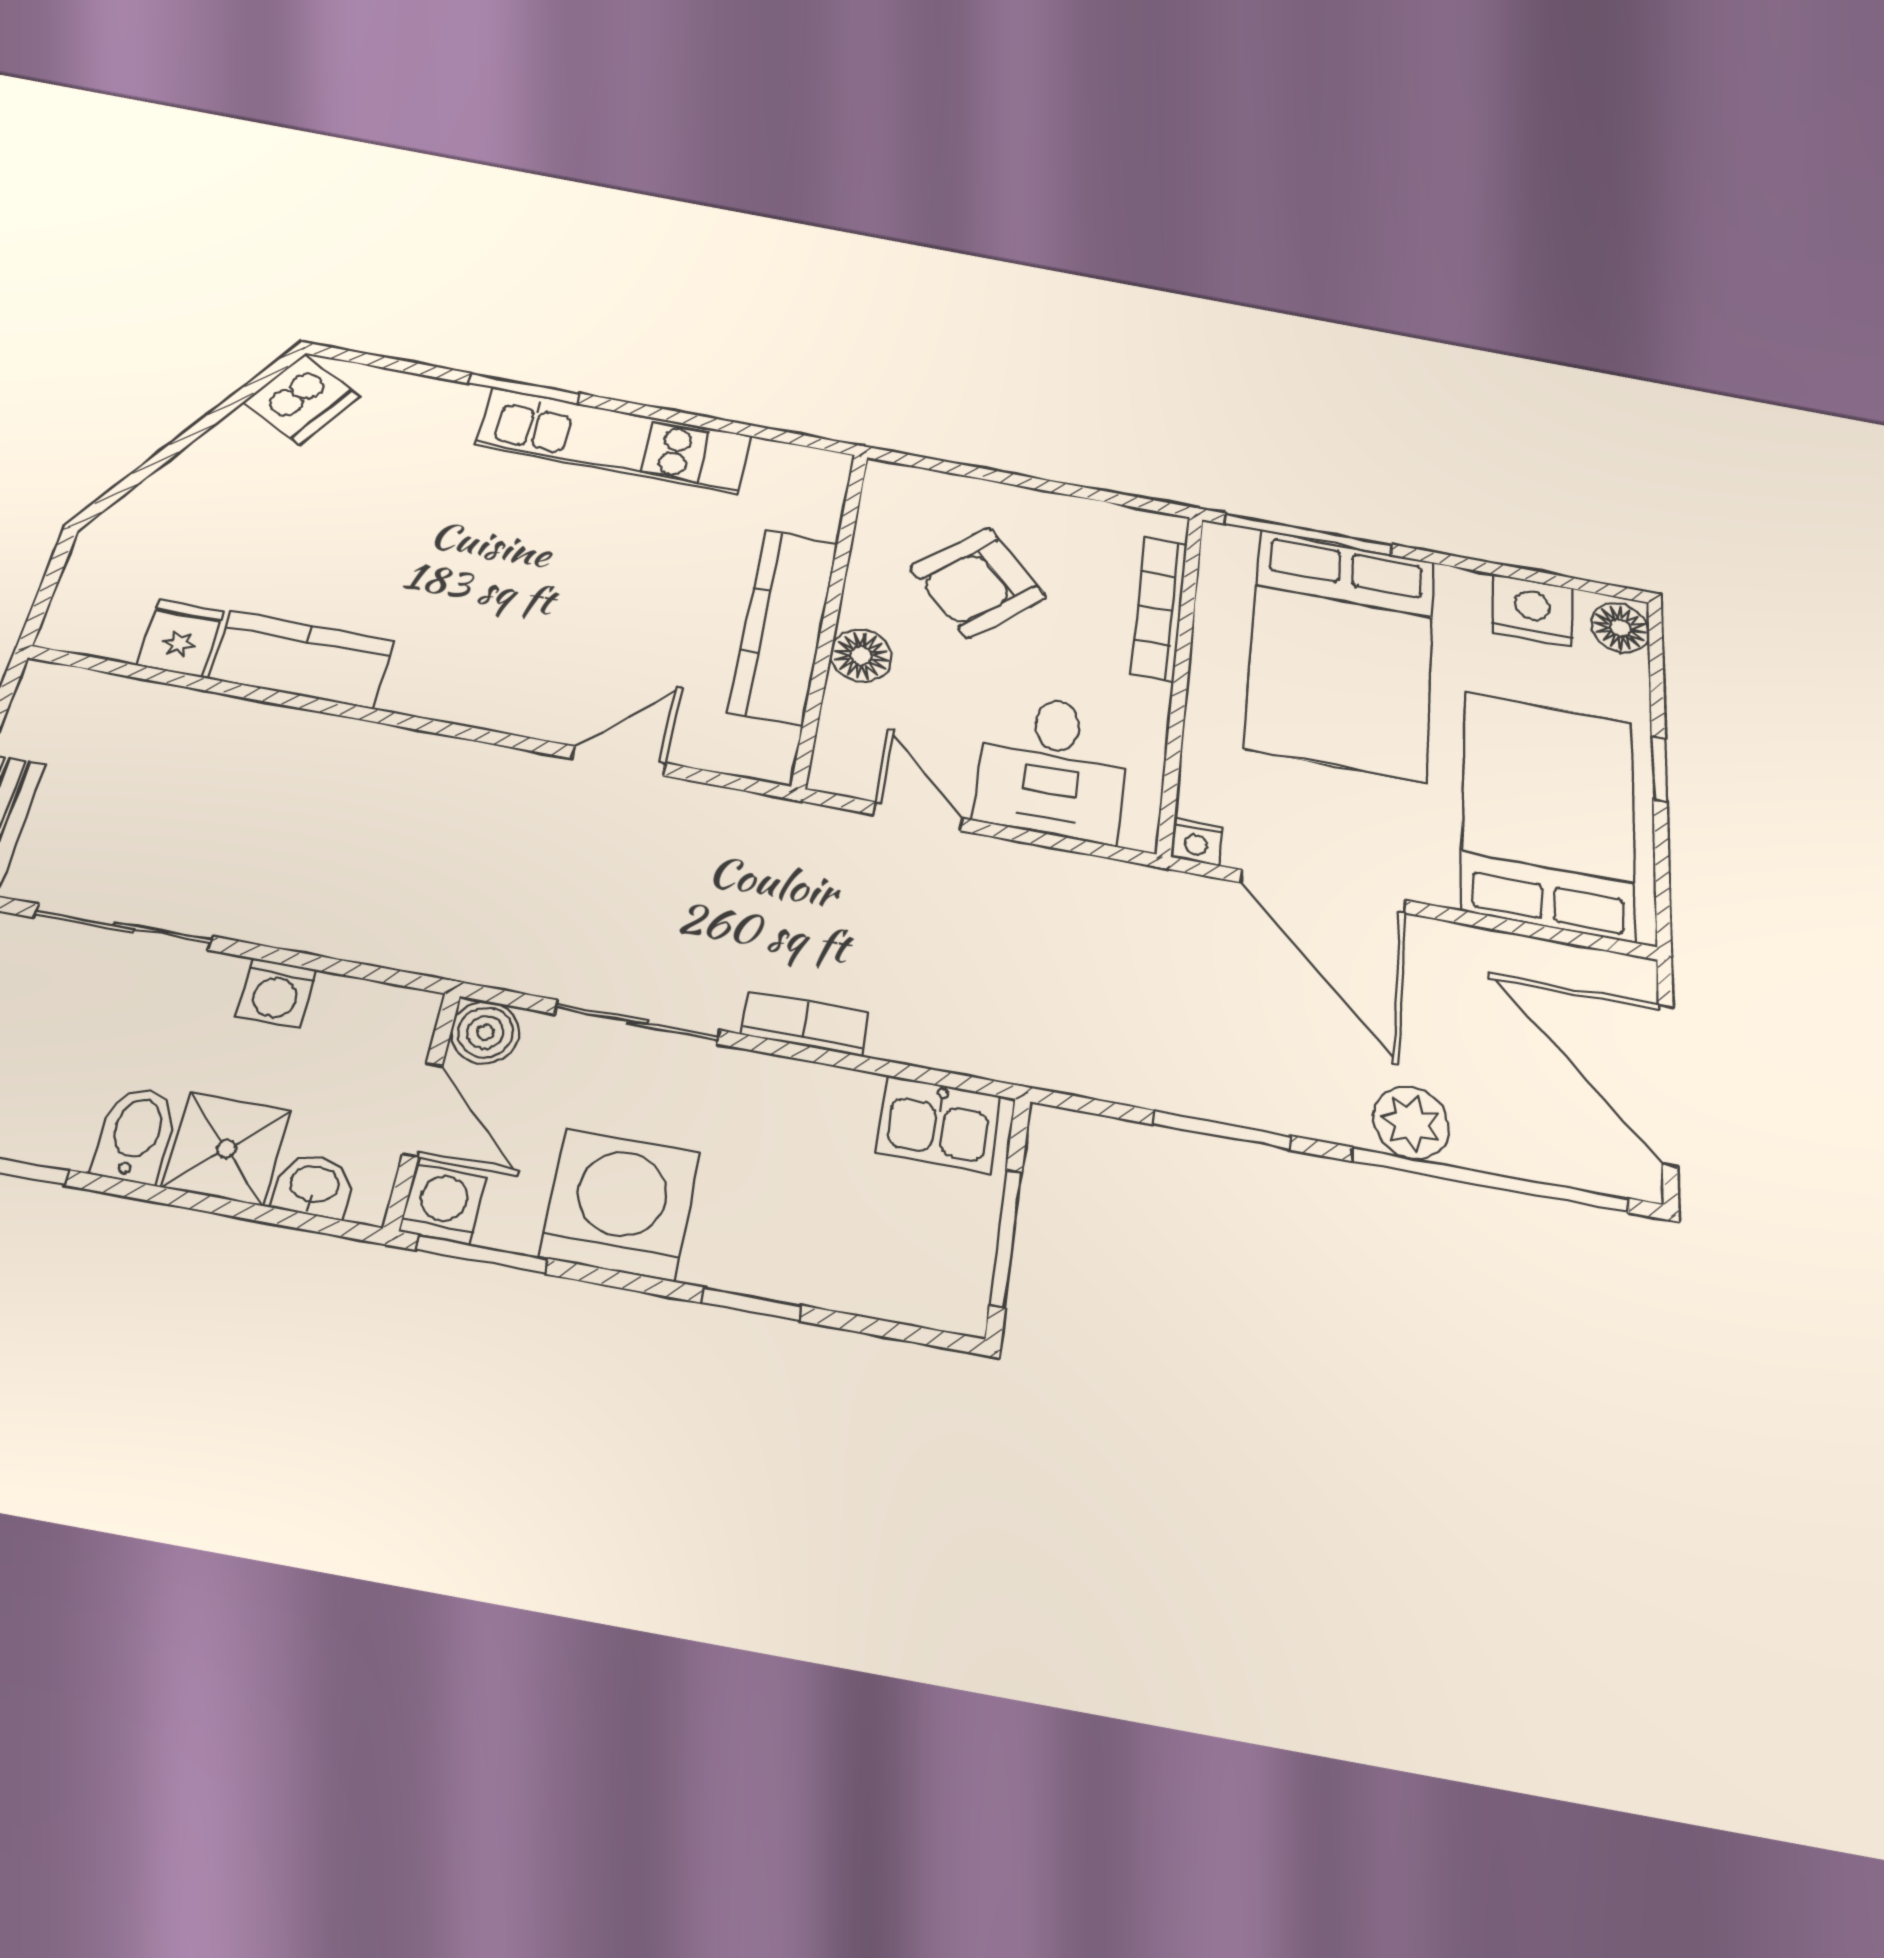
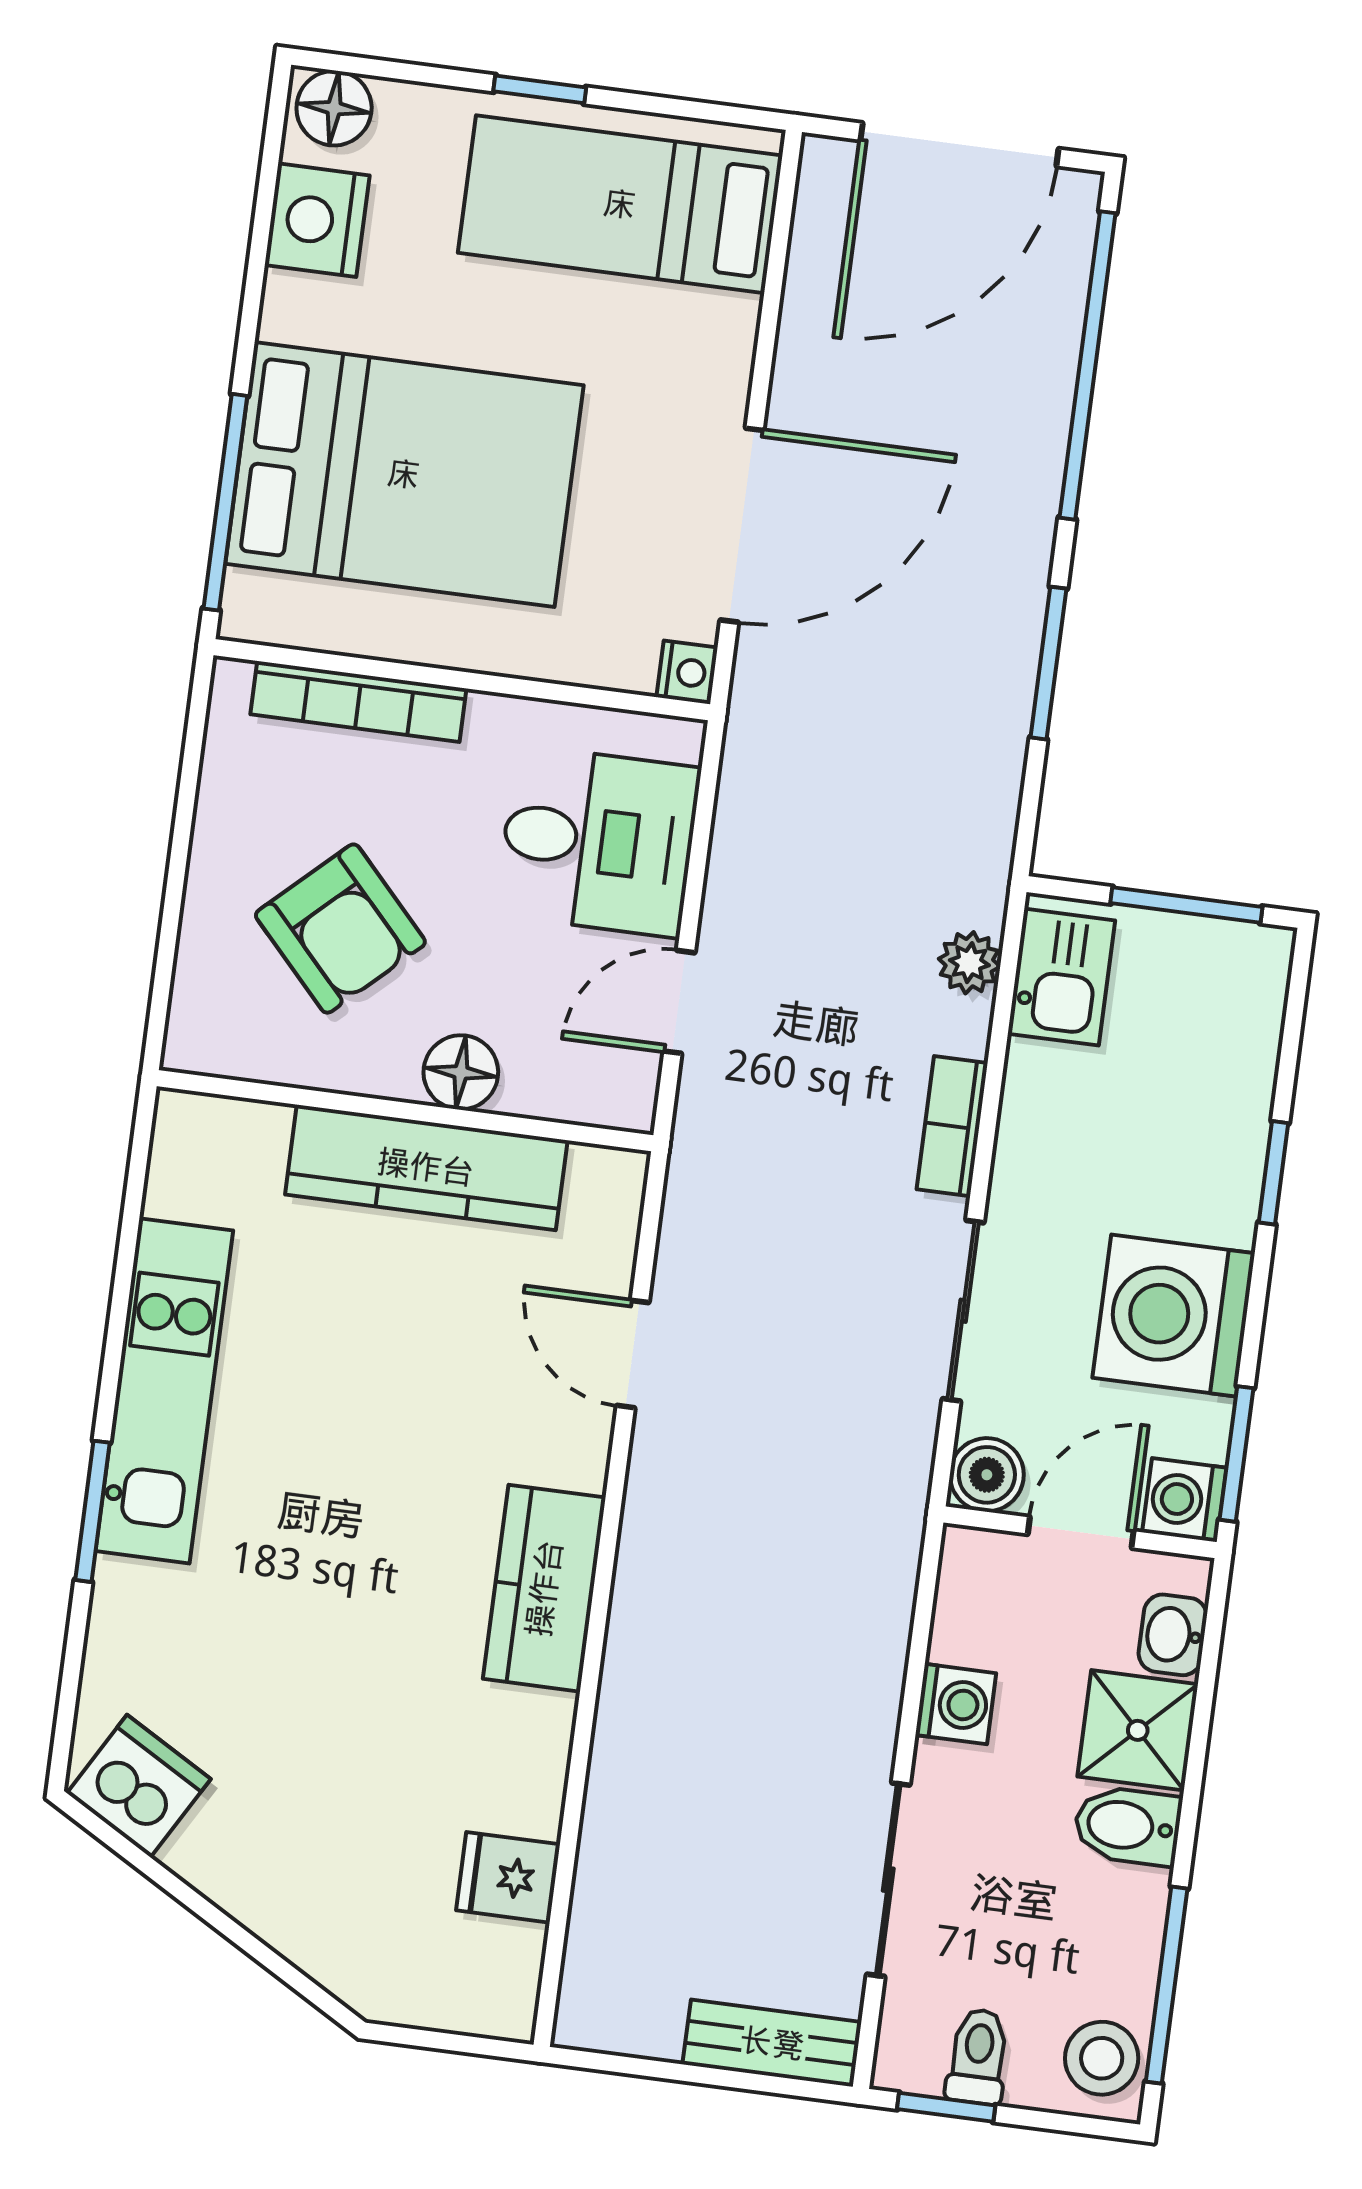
kitchen counter: (302, 660) -> (544, 1588), moved
bed: (1548, 814) -> (620, 204), width x0.67
plant: (1411, 1122) -> (969, 963), moved, width x0.73, depth x0.73

